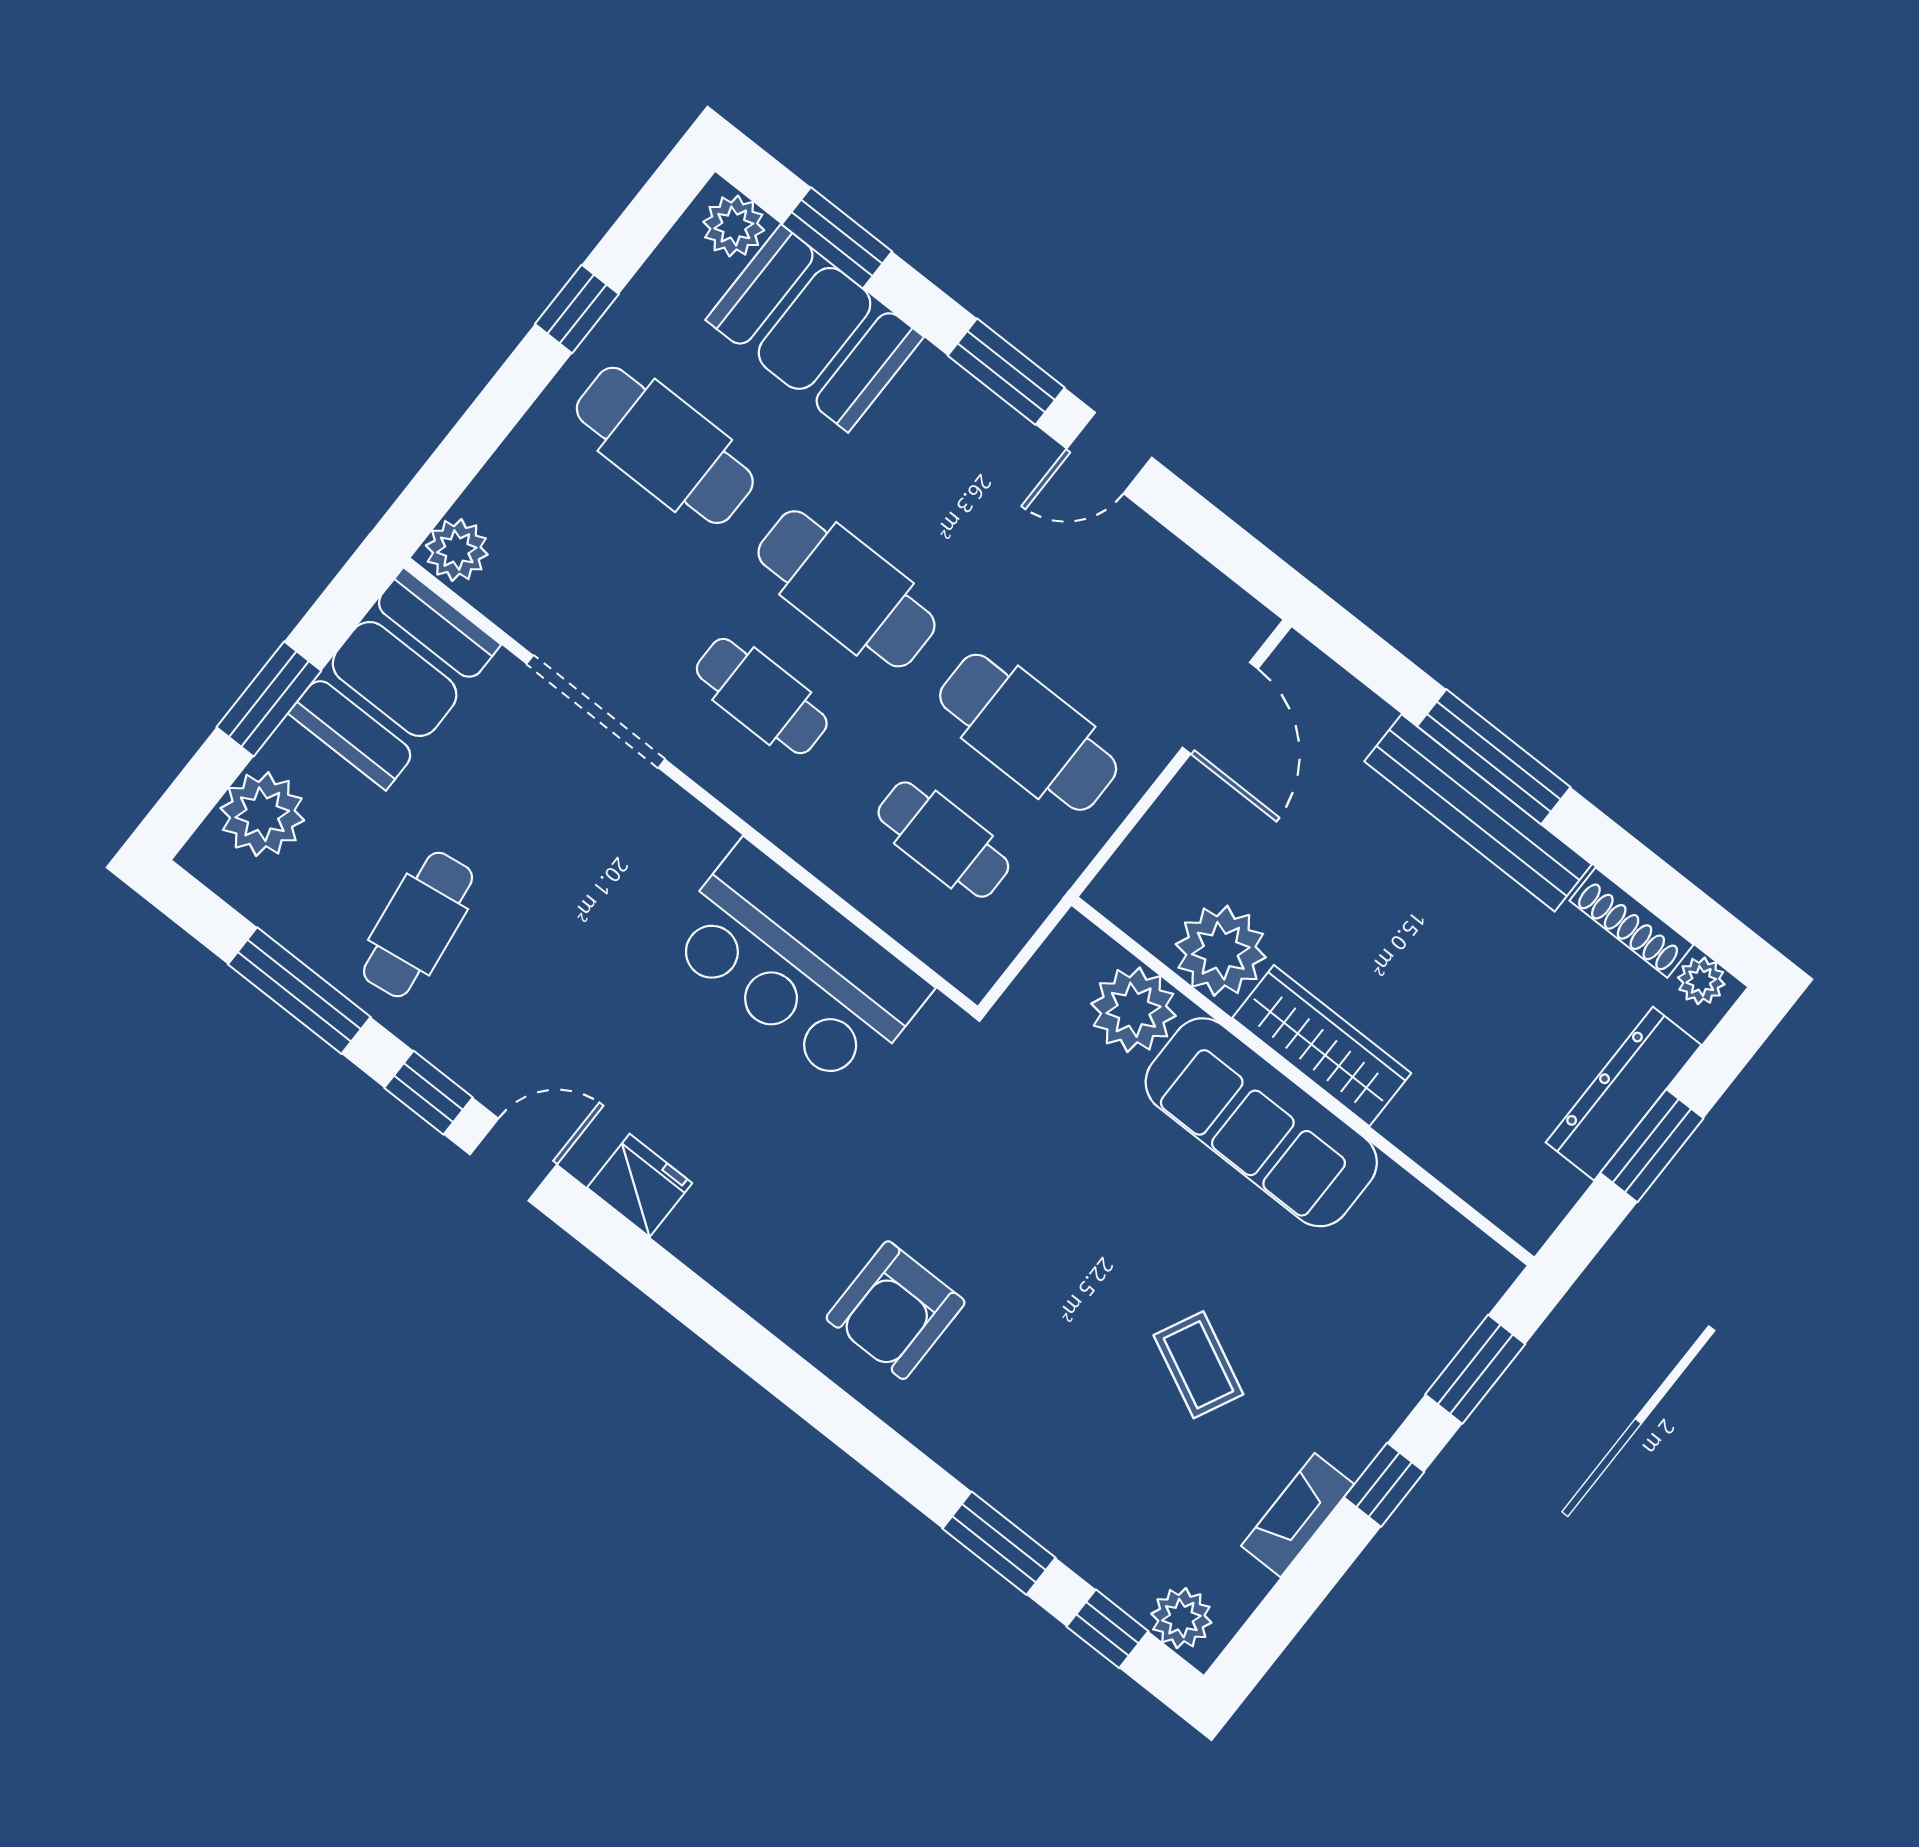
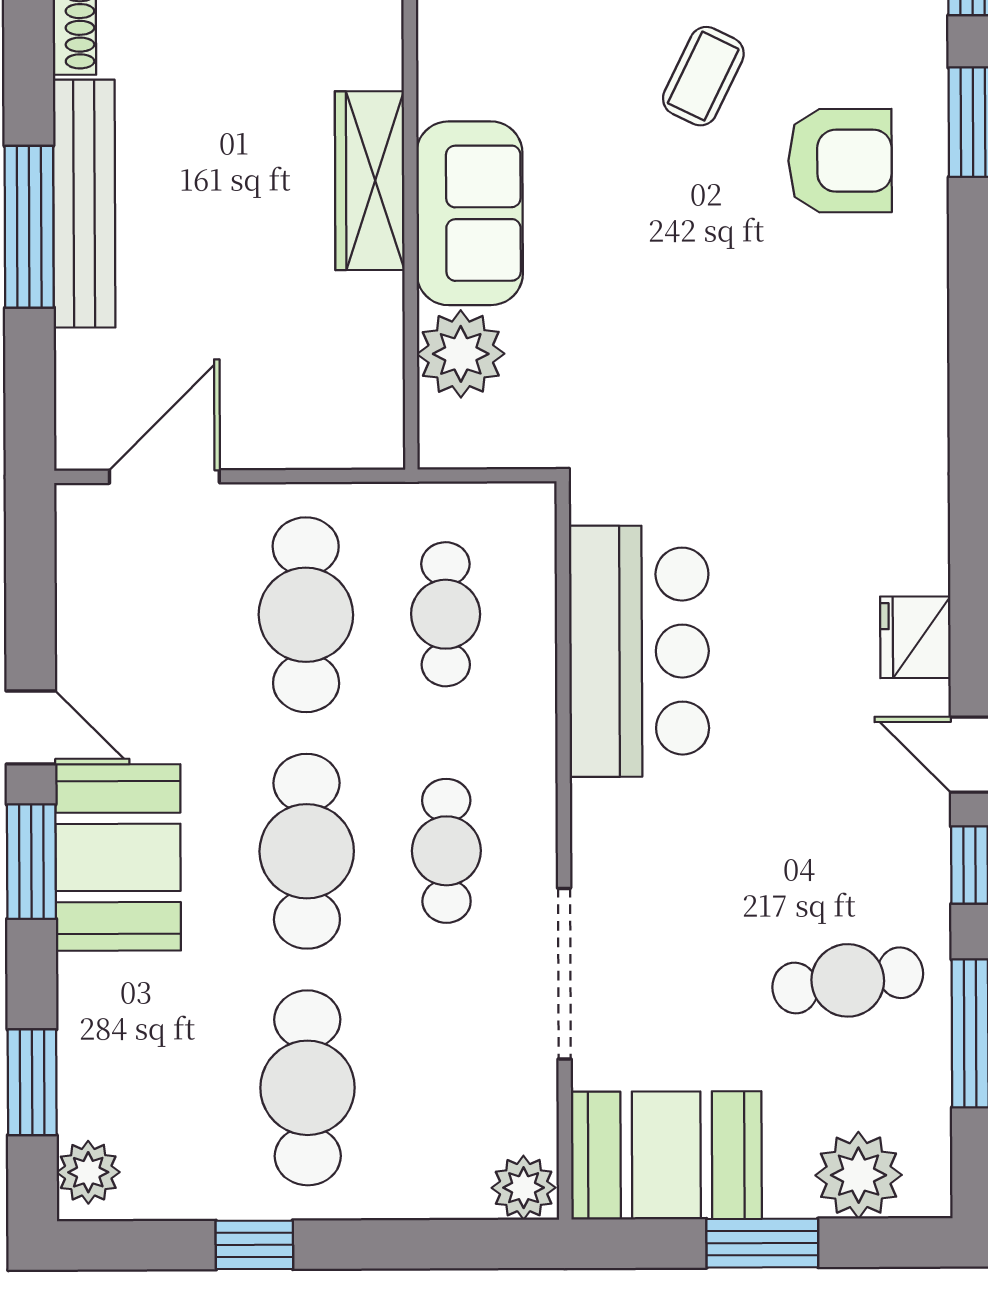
booth: (815, 328) -> (118, 857), moved
plant: (1221, 951) -> (358, 322), removed
sofa: (1261, 1122) -> (470, 213), width x0.73
armchair: (896, 1310) -> (840, 161), moved

